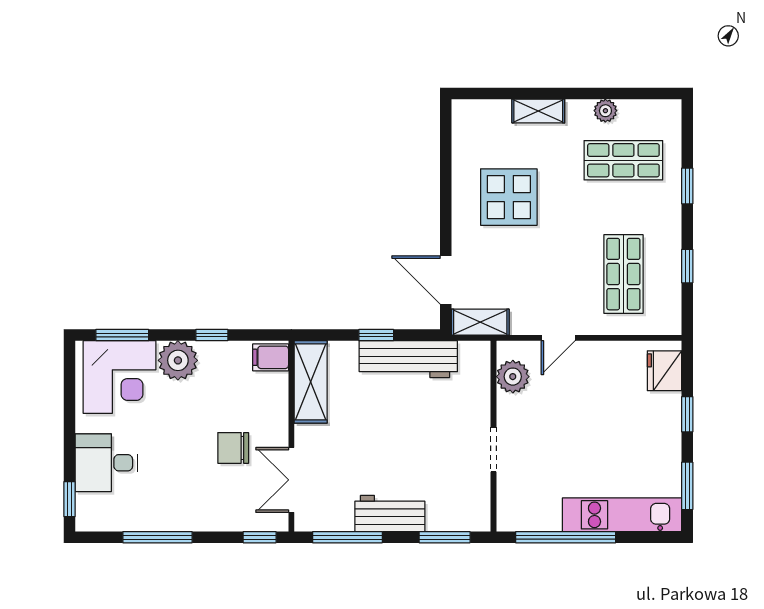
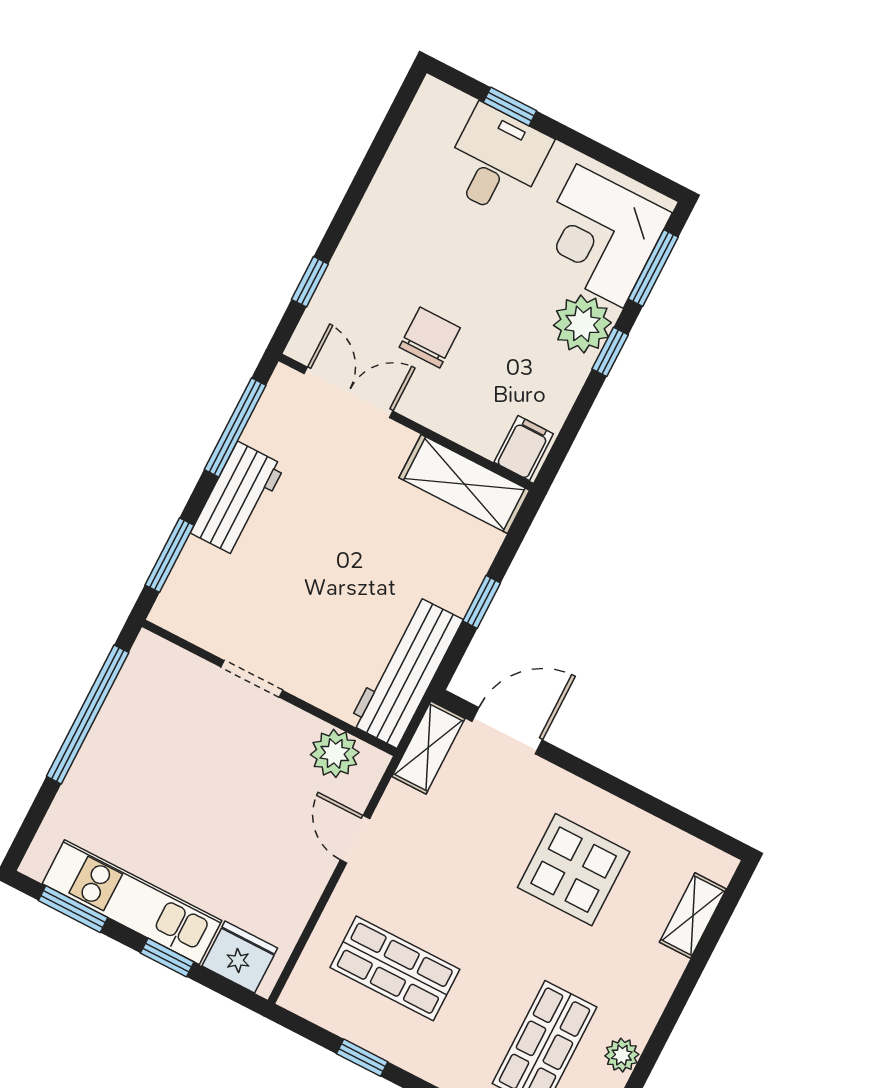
shelving: (538, 111) -> (693, 916), moved
window: (212, 335) -> (610, 352), moved
workbench: (408, 359) -> (406, 672), moved
window: (69, 499) -> (510, 106), moved
kitchen unit: (622, 515) -> (132, 902), moved, turned -90
window: (157, 537) -> (364, 178), removed
window: (260, 537) -> (310, 282), moved

